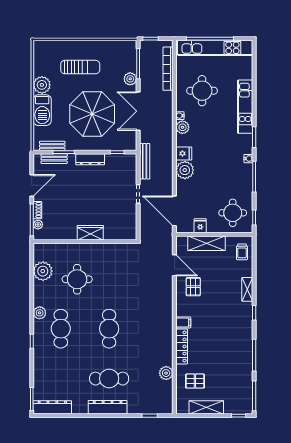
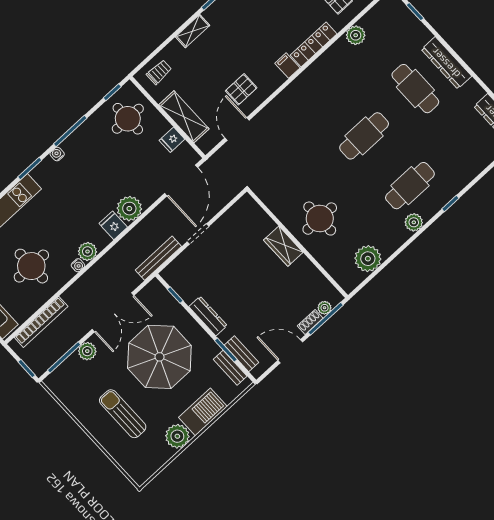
round table: (77, 279) -> (320, 219), moved

